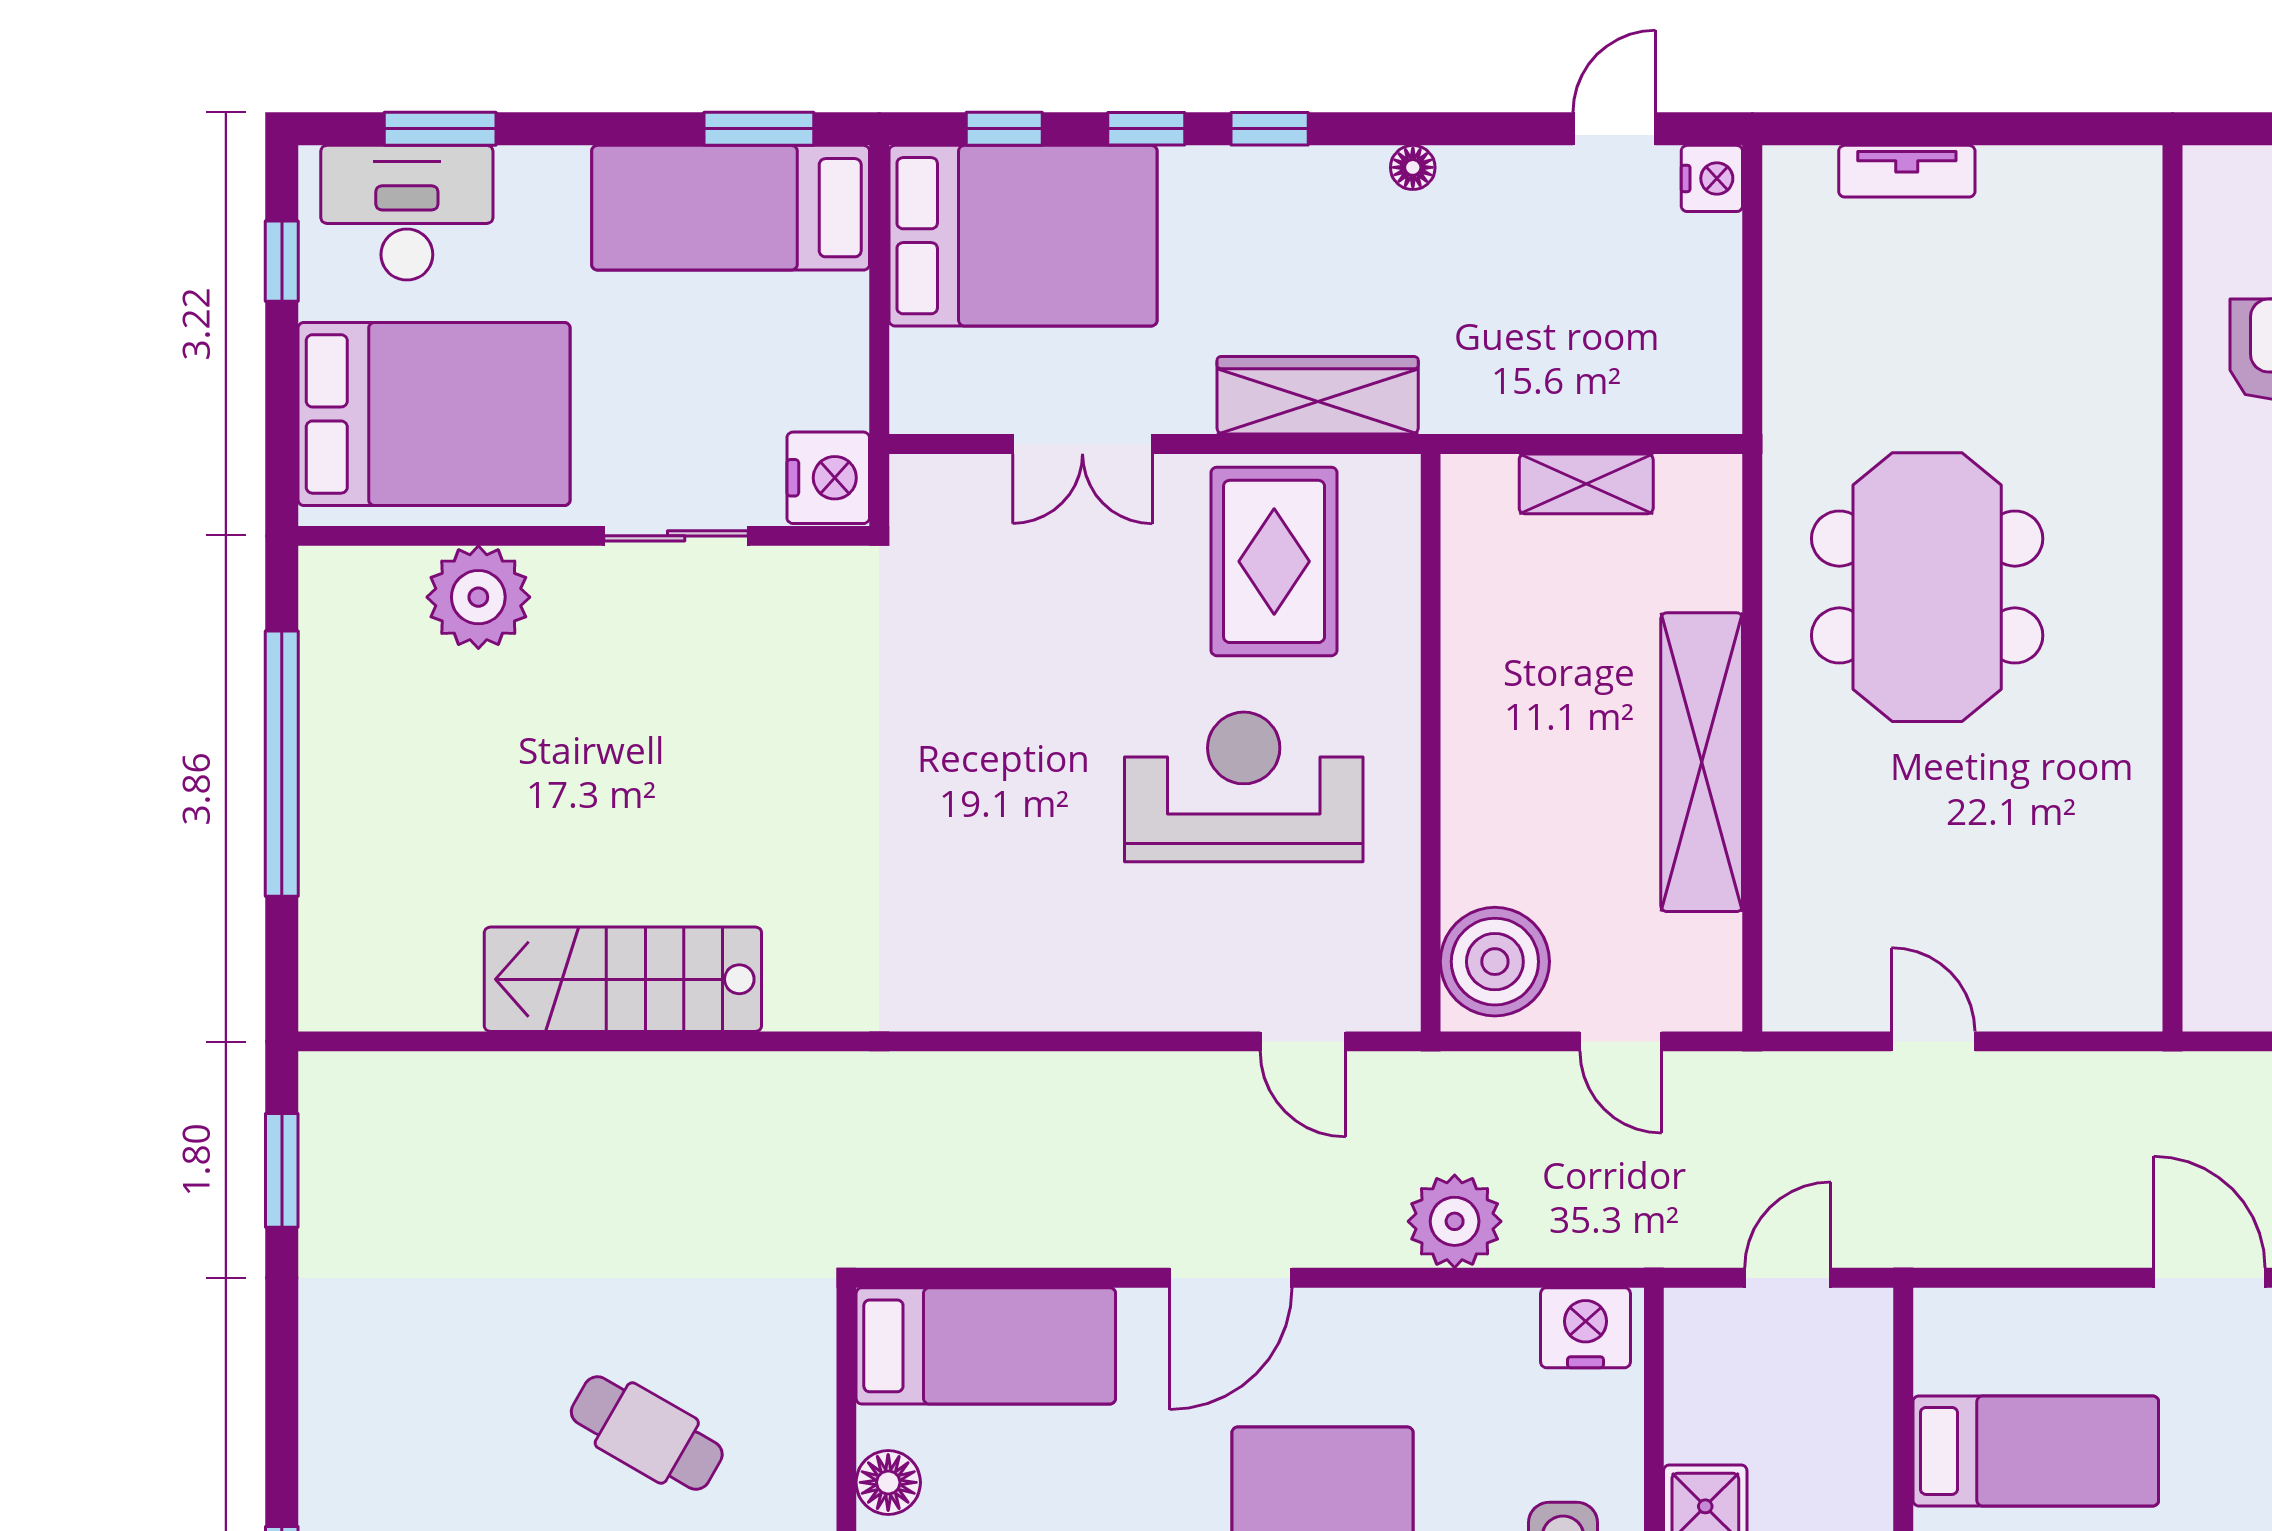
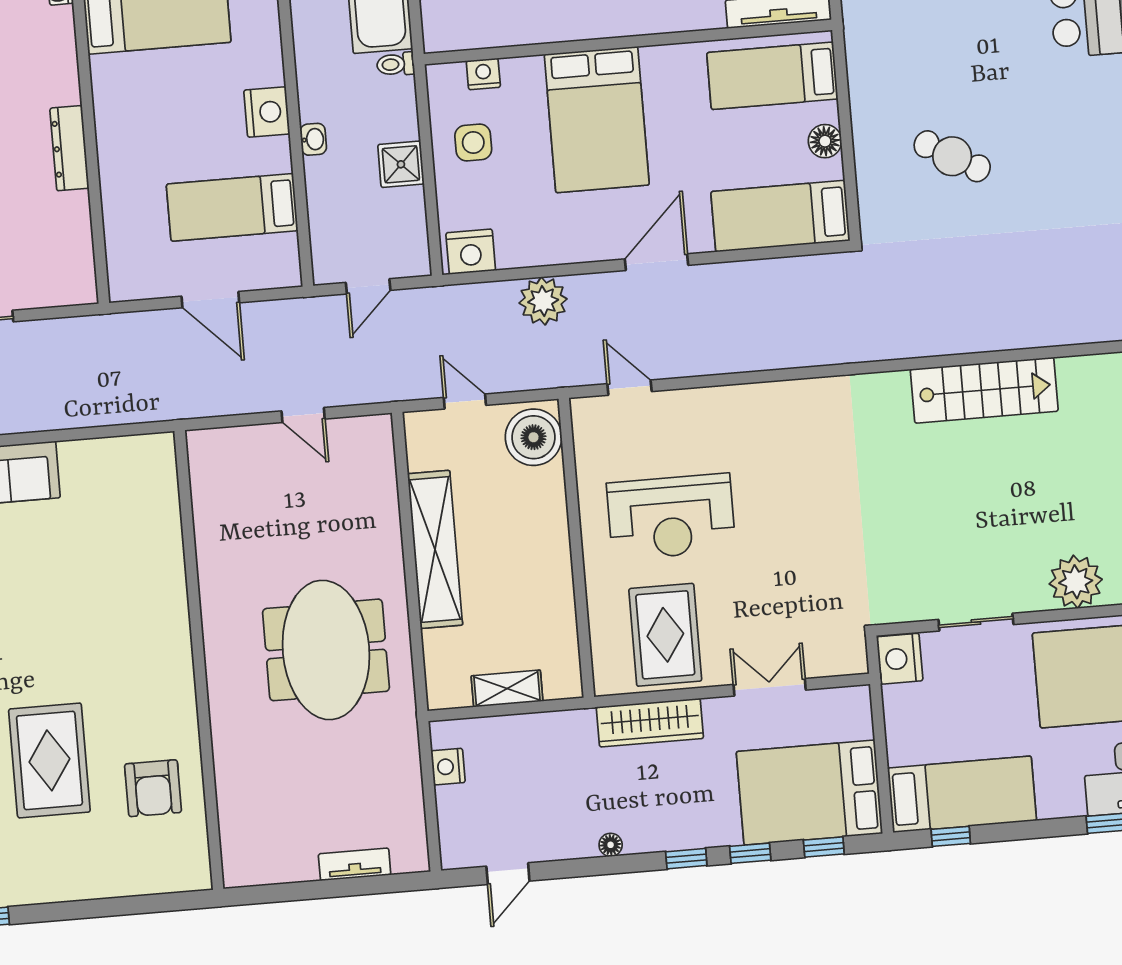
window: (759, 129) -> (951, 836), width x0.67
nightstand: (1712, 178) -> (448, 767), moved
door: (2209, 1278) -> (210, 300), moved

